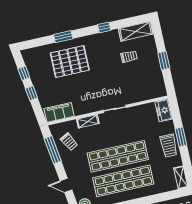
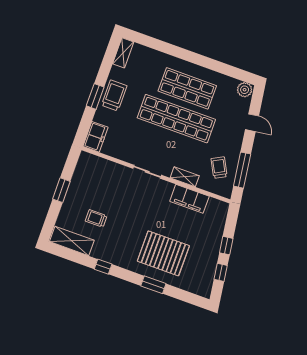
filing cabinet: (59, 112) -> (189, 199), moved
shop shelf: (123, 181) -> (187, 88), width x0.71

